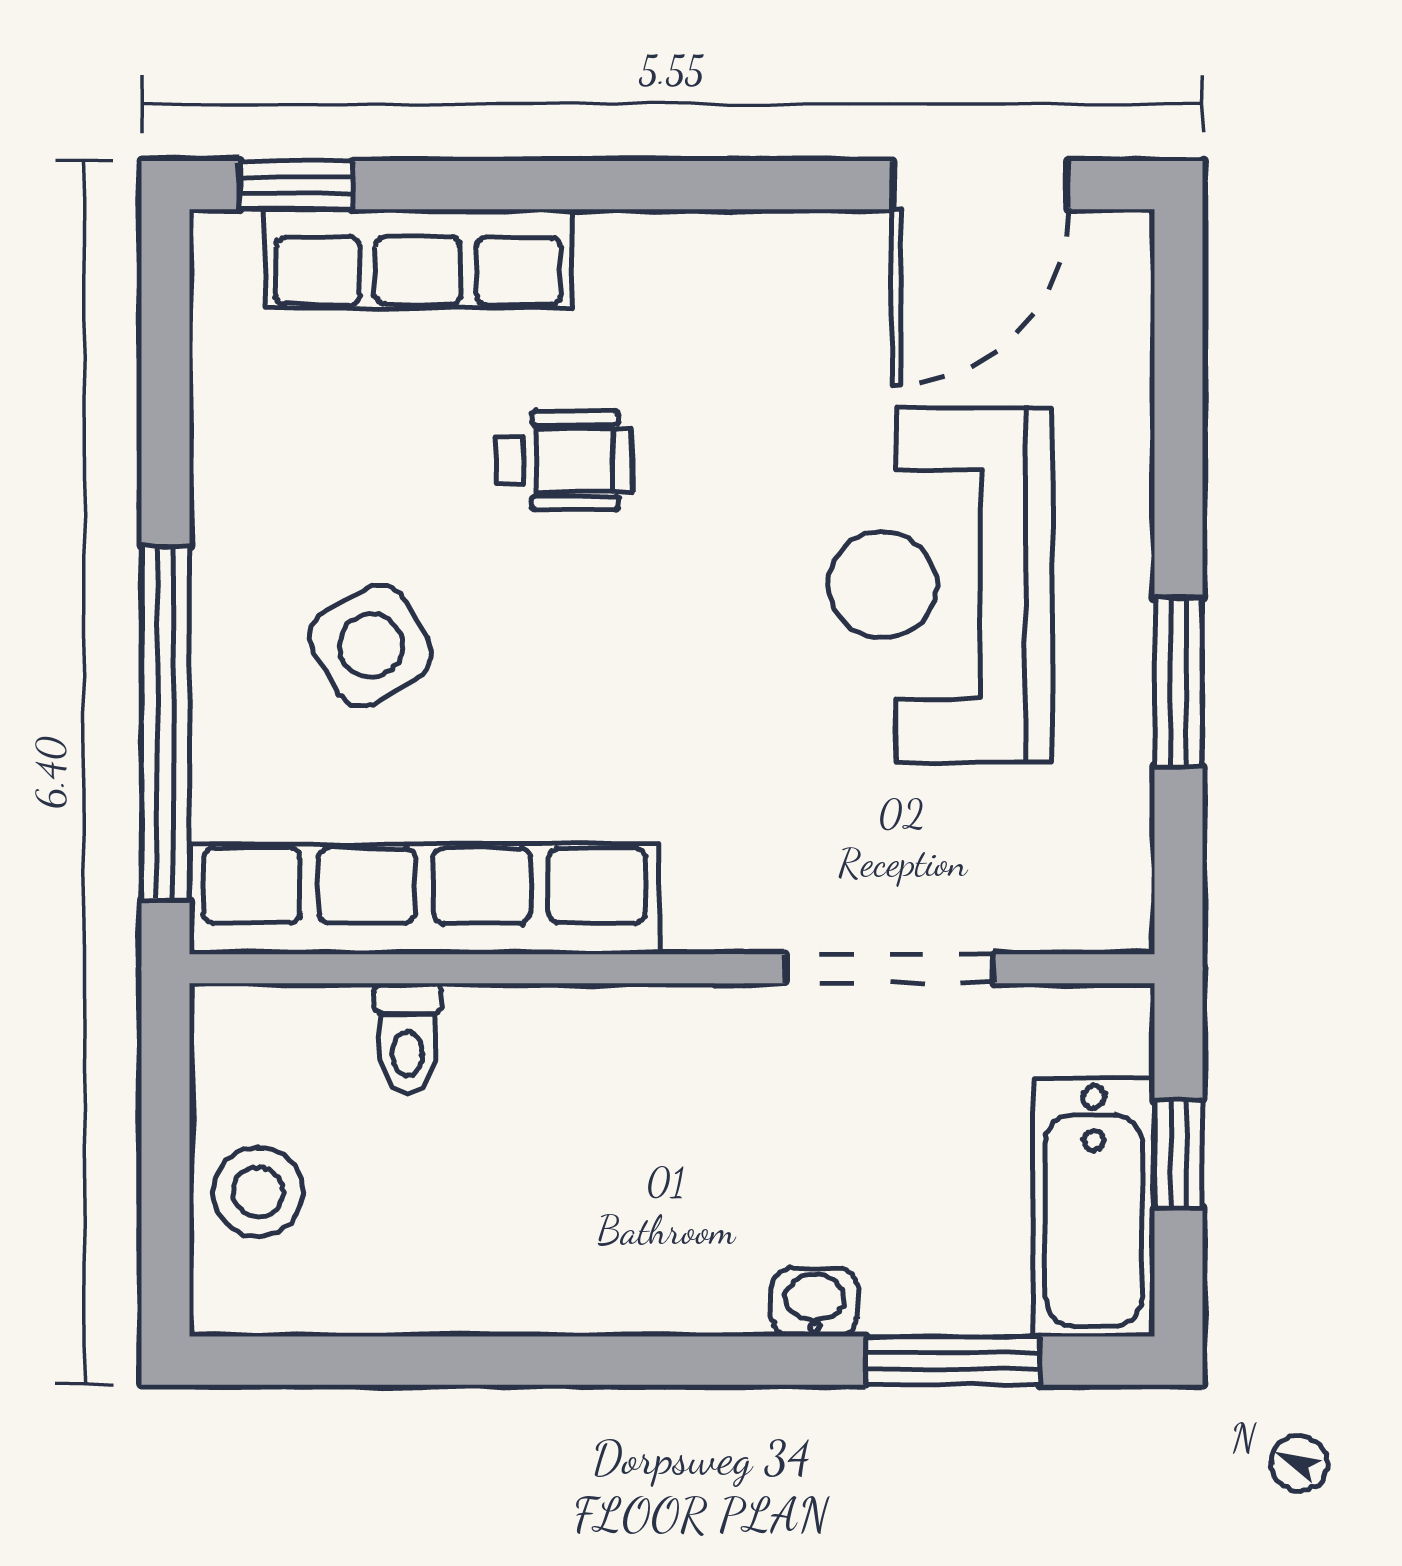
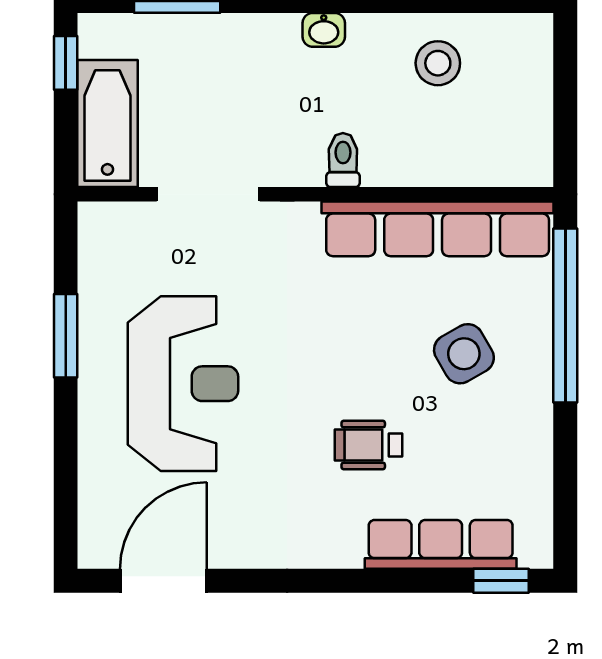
toilet: (408, 1038) -> (343, 160), moved
window: (1179, 1154) -> (66, 63), moved
stool: (258, 1192) -> (438, 63), moved
bathtub: (1094, 1208) -> (107, 124), moved
washbasin: (815, 1302) -> (324, 30), moved

